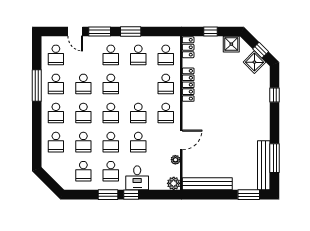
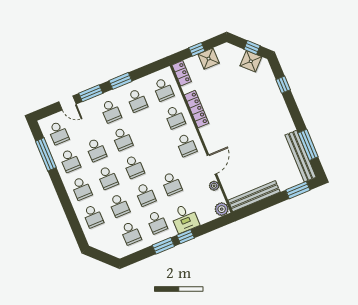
shower: (231, 44) -> (209, 59), moved
window: (37, 85) -> (46, 154), moved
school desk: (138, 113) -> (160, 156), removed

